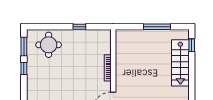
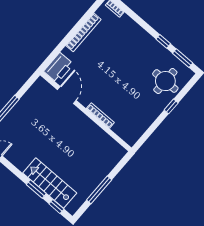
window: (79, 27) -> (171, 106), moved
window: (192, 68) -> (36, 189), added

